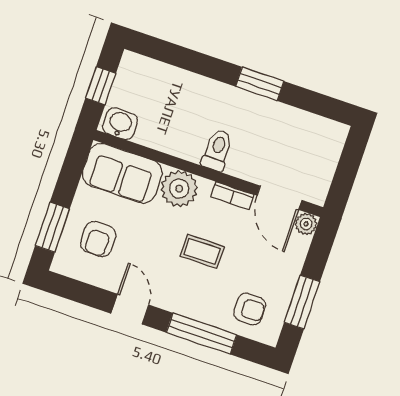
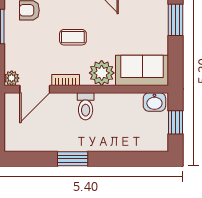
door: (279, 198) -> (35, 89), swing flipped
armchair: (98, 239) -> (143, 22), removed

